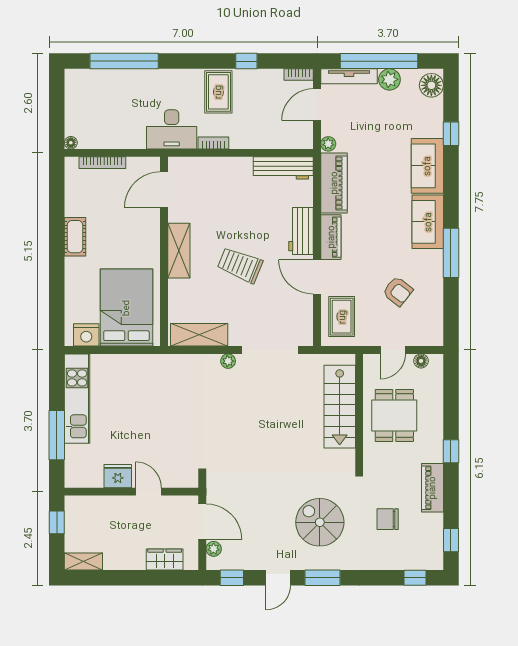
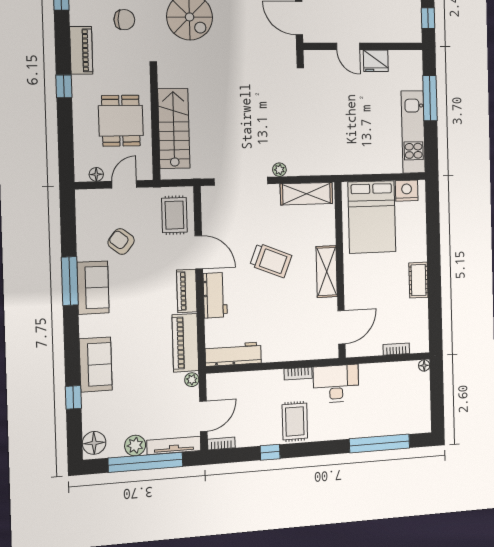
bookcase: (102, 163) -> (396, 349), width x0.64
sofa: (428, 222) -> (93, 288), moved

